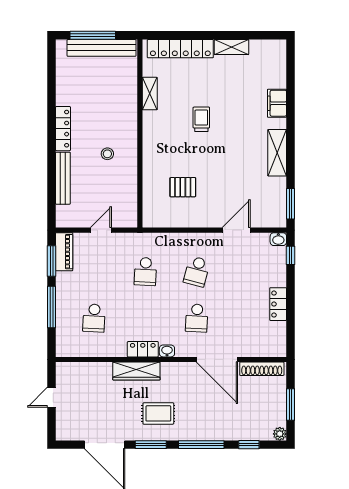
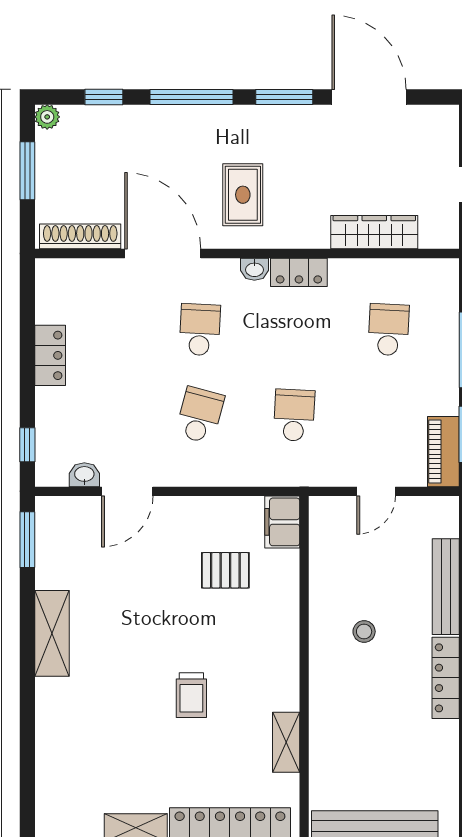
filing cabinet: (277, 103) -> (282, 522), moved, turned 180
washbasin: (278, 239) -> (84, 475), moved
wardrobe: (136, 371) -> (374, 232), moved
rug: (158, 413) -> (243, 195), moved, turned 90

